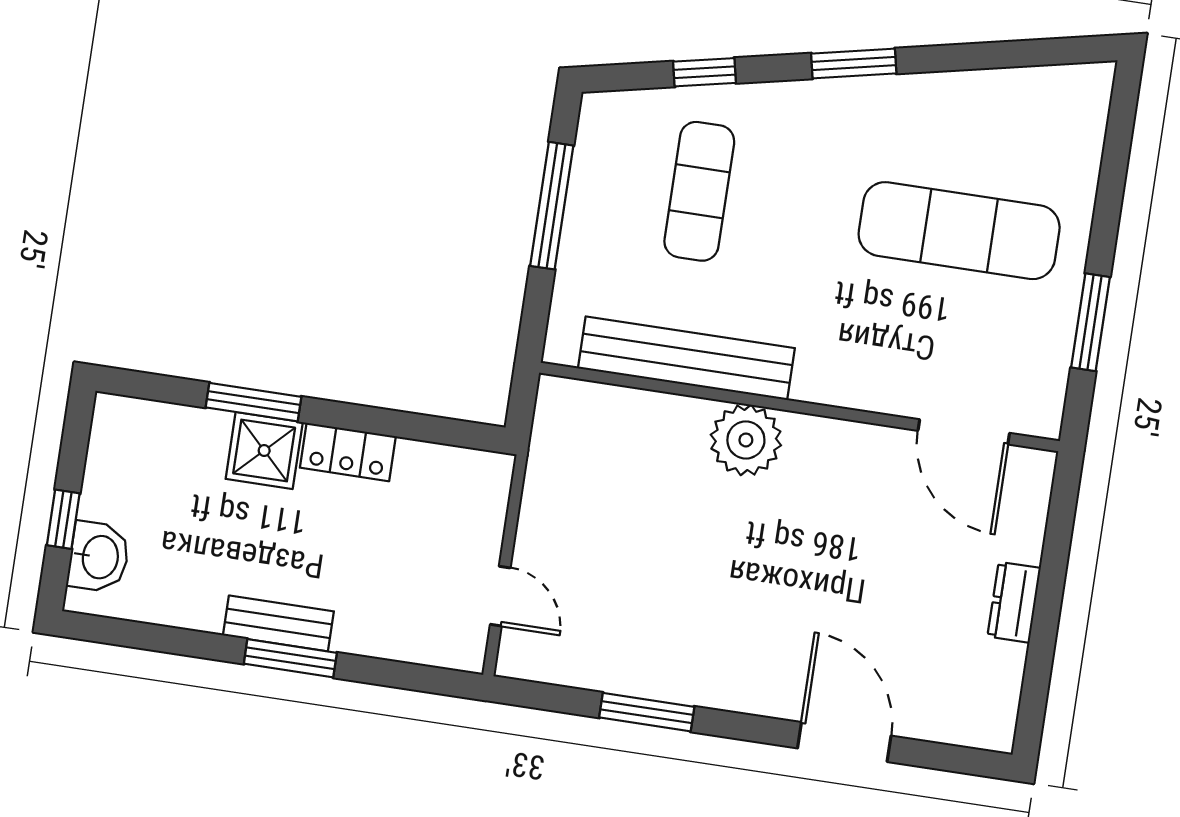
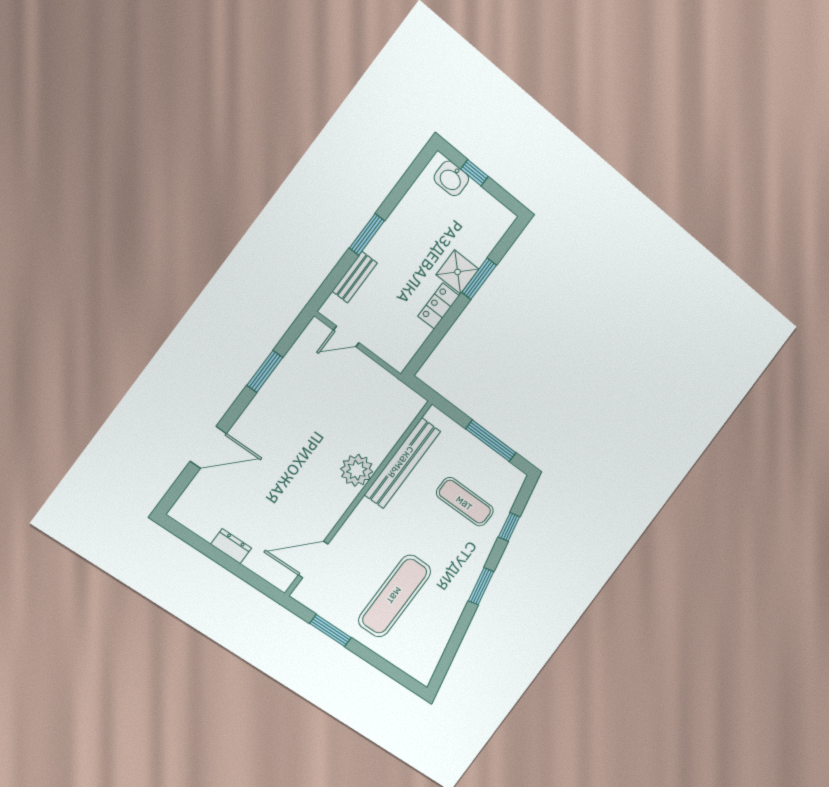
bench: (278, 623) -> (355, 277), moved

